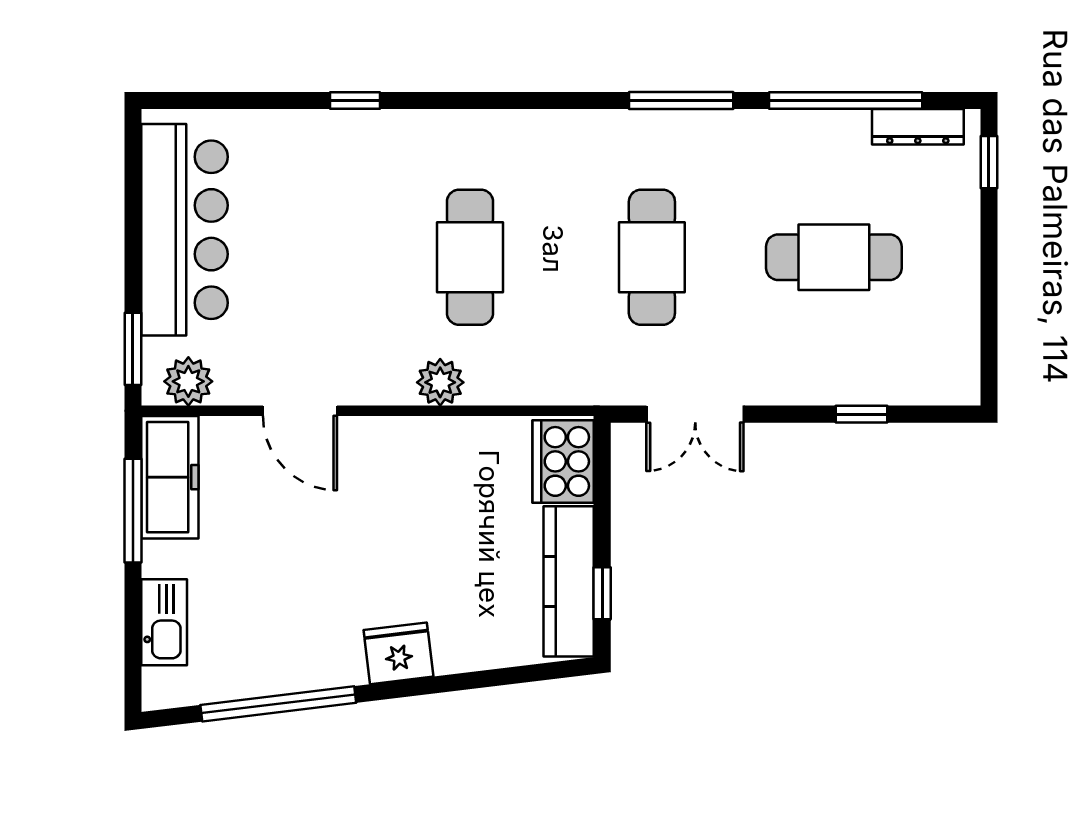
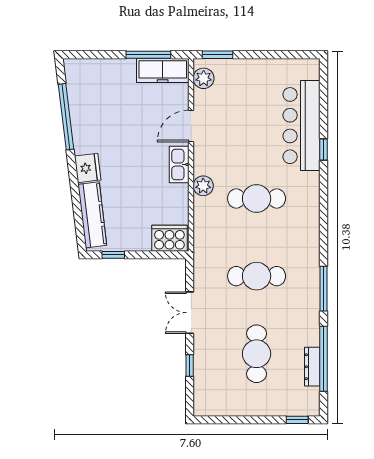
dresser: (918, 127) -> (312, 367), moved
bar counter: (184, 230) -> (301, 126), moved, turned 90
double door: (695, 414) -> (190, 313), moved
kitchen counter: (569, 581) -> (92, 215), moved, turned 83
kitchen sink: (164, 622) -> (179, 165), moved, turned 90

